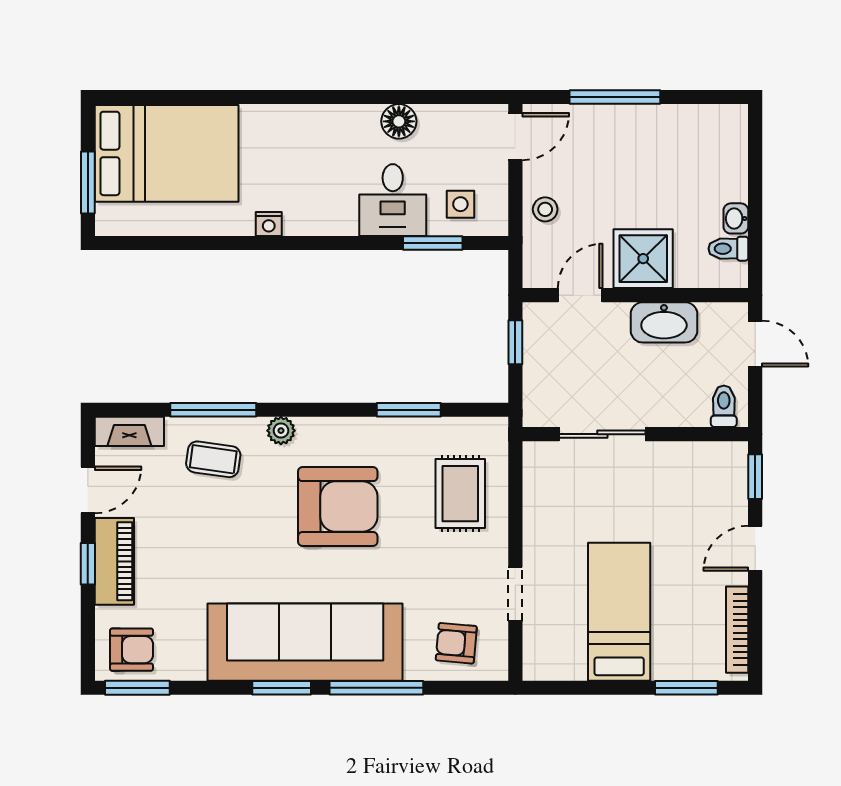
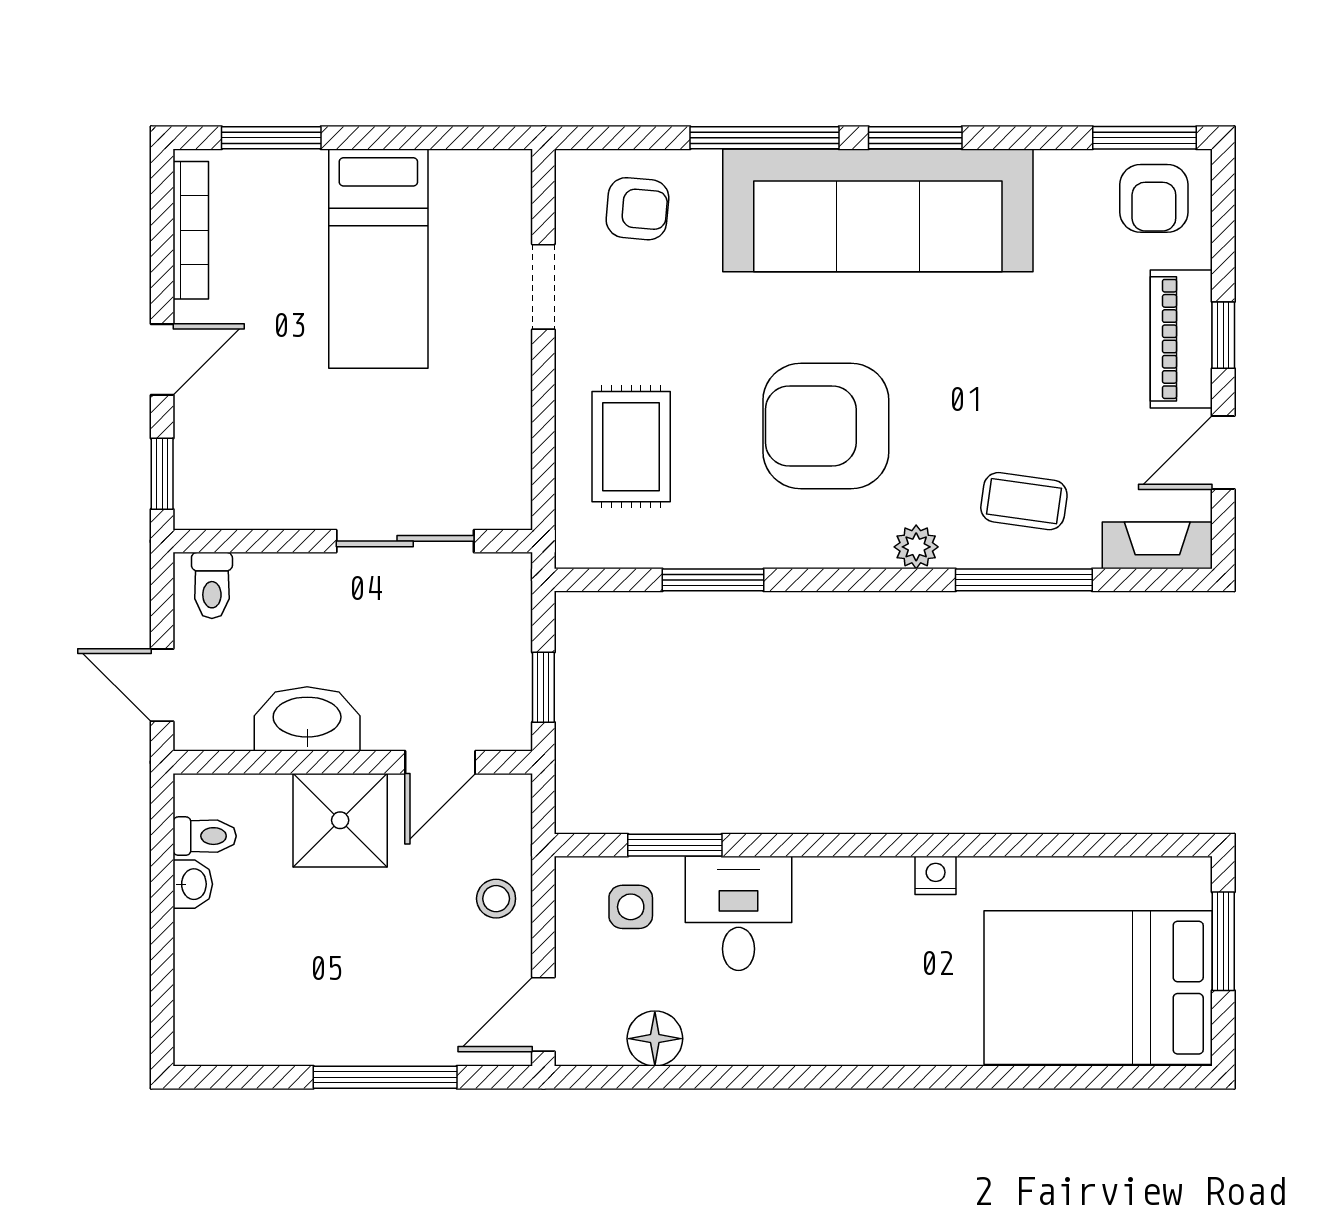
floor lamp: (399, 121) -> (655, 1039), moved
armchair: (132, 650) -> (1154, 198), turned -90

